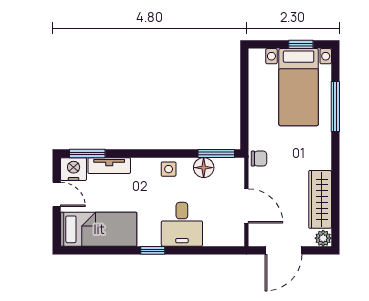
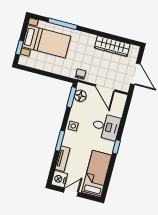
window: (301, 44) -> (19, 48), moved
window: (87, 153) -> (60, 141), moved
floor lamp: (204, 168) -> (80, 96), moved
door: (246, 206) -> (105, 88), swing flipped
plant: (323, 238) -> (134, 50), removed

